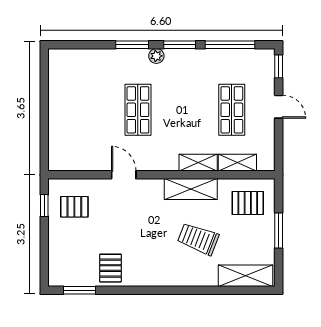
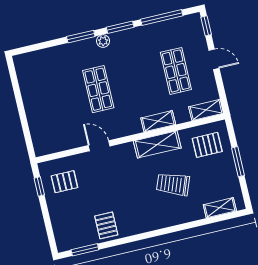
shelving: (237, 163) -> (206, 110), moved
shelving: (245, 276) -> (220, 208), width x0.67, depth x0.75

